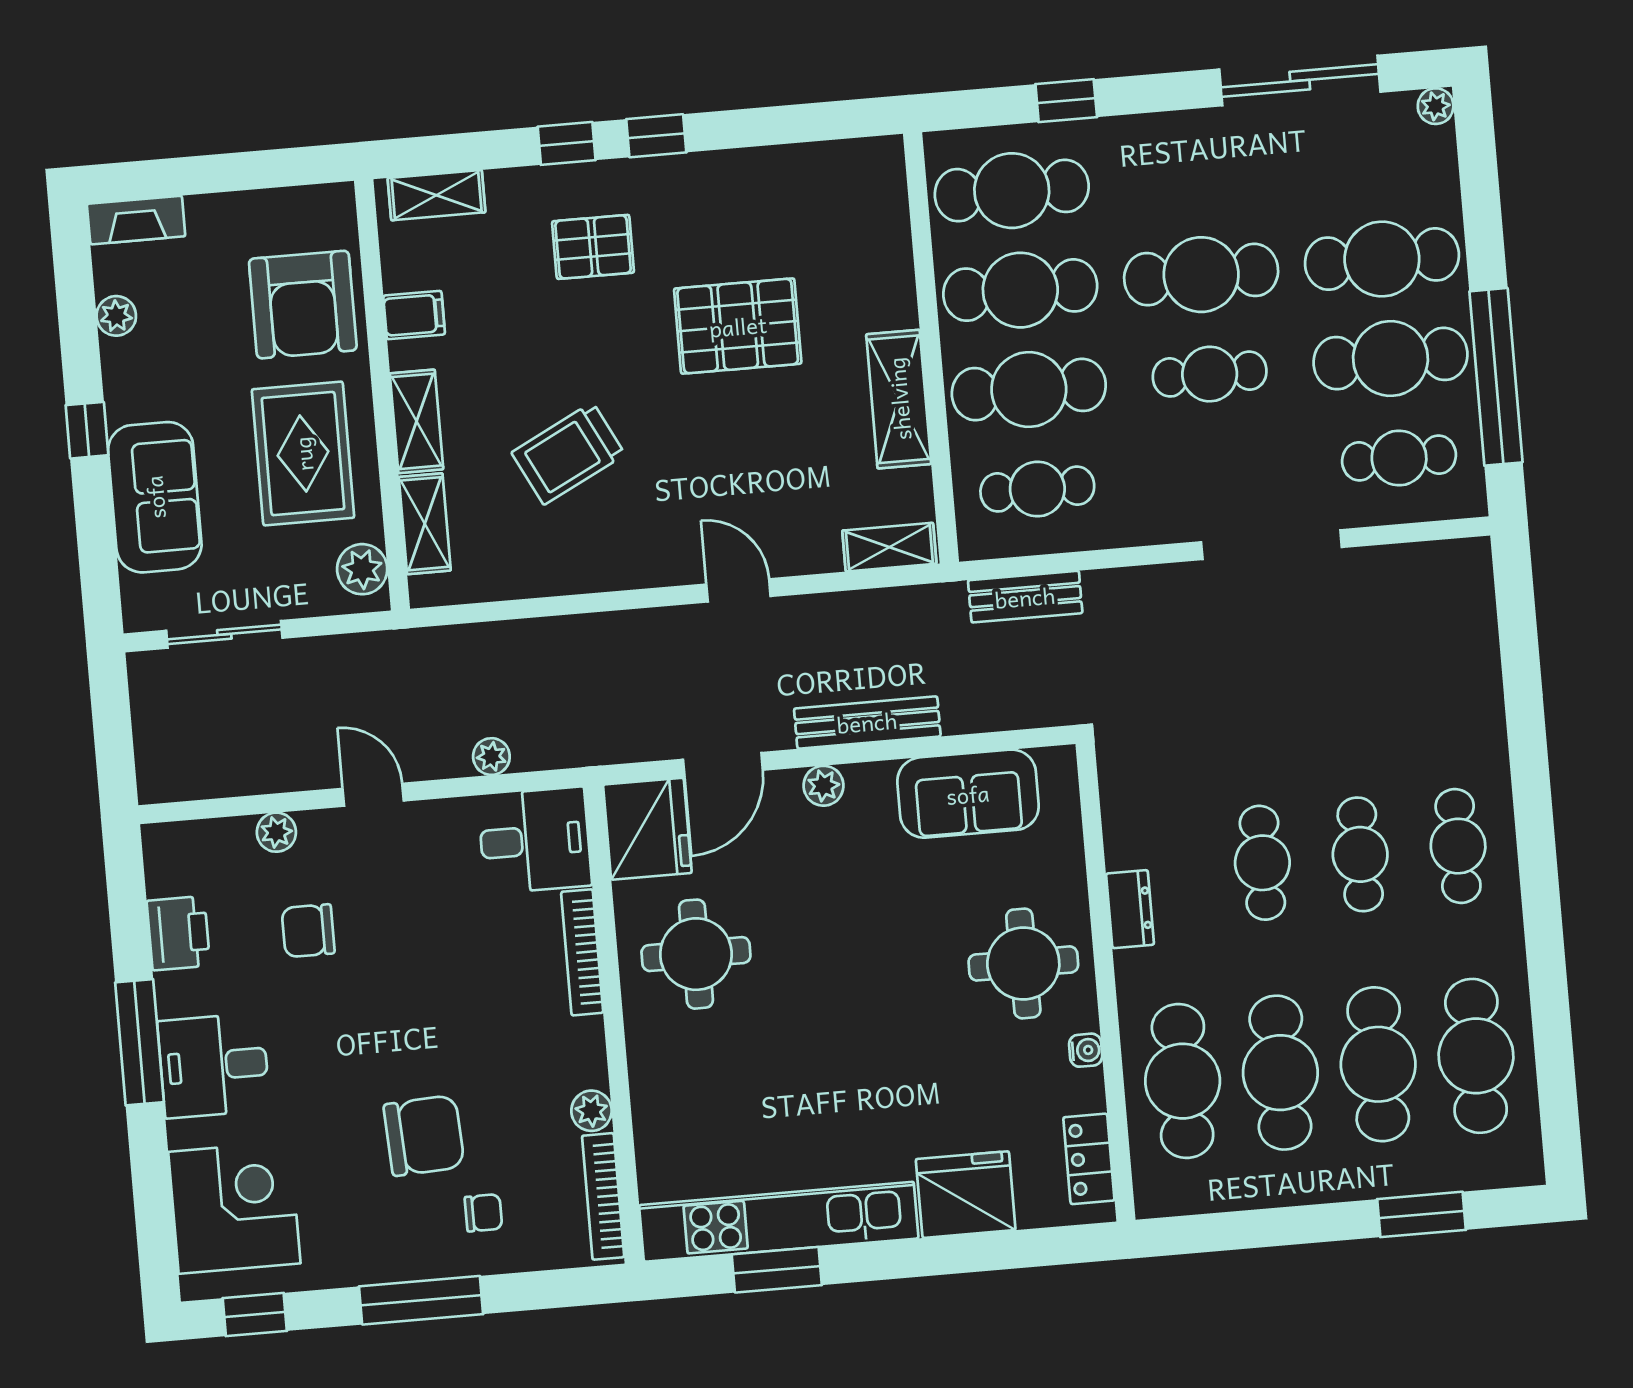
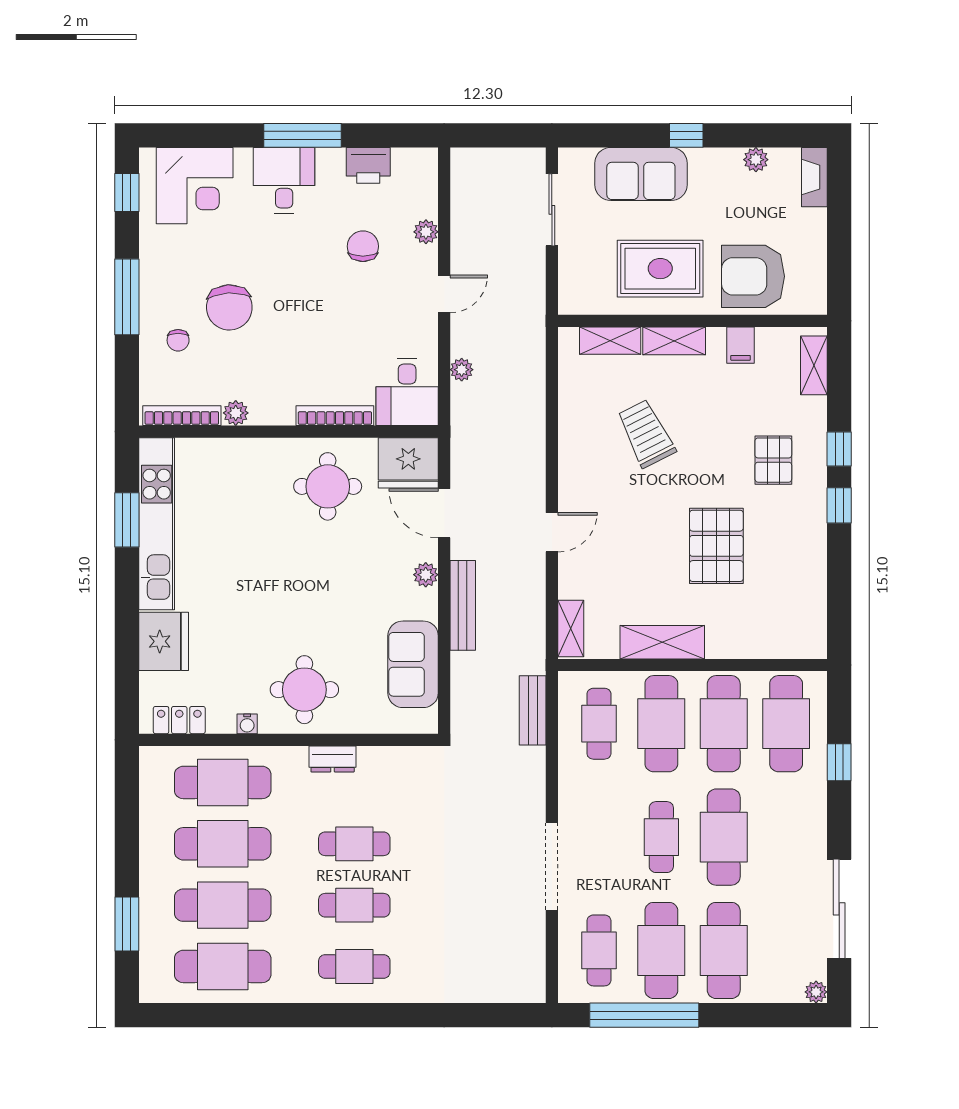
plant: (362, 569) -> (585, 299), removed

